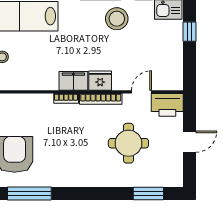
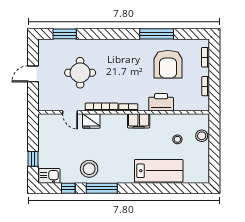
filing cabinet: (73, 81) -> (139, 121), moved
fridge: (100, 81) -> (91, 121), moved
door: (141, 92) -> (70, 112), hinge flipped
printer: (167, 105) -> (161, 102), moved

